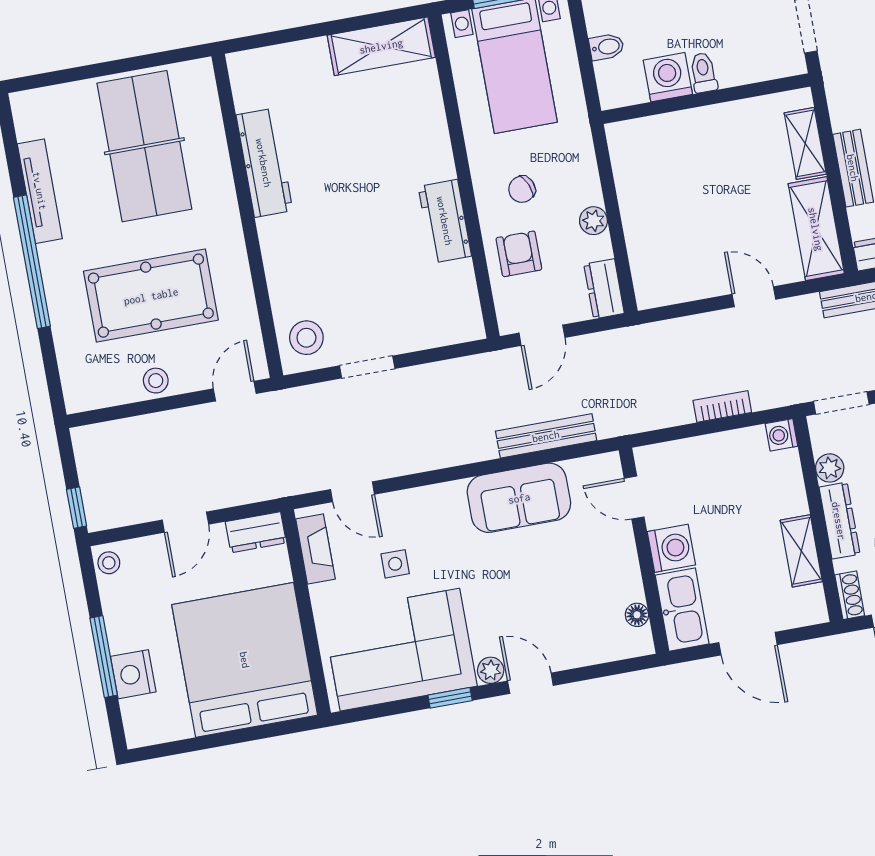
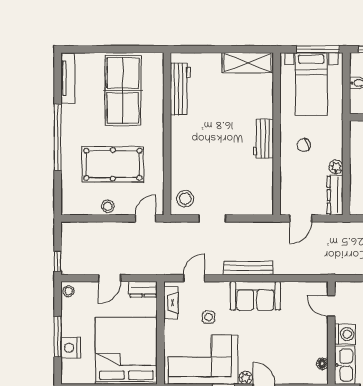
workbench: (264, 163) -> (180, 89), moved
tv unit: (40, 191) -> (68, 78), moved
workbench: (445, 221) -> (263, 139), moved
armchair: (519, 254) -> (297, 176), removed
dresser: (604, 289) -> (335, 195), width x1.44
bench: (546, 436) -> (248, 268), moved
door: (352, 492) -> (194, 278), swing flipped
sofa: (519, 498) -> (255, 296), moved

